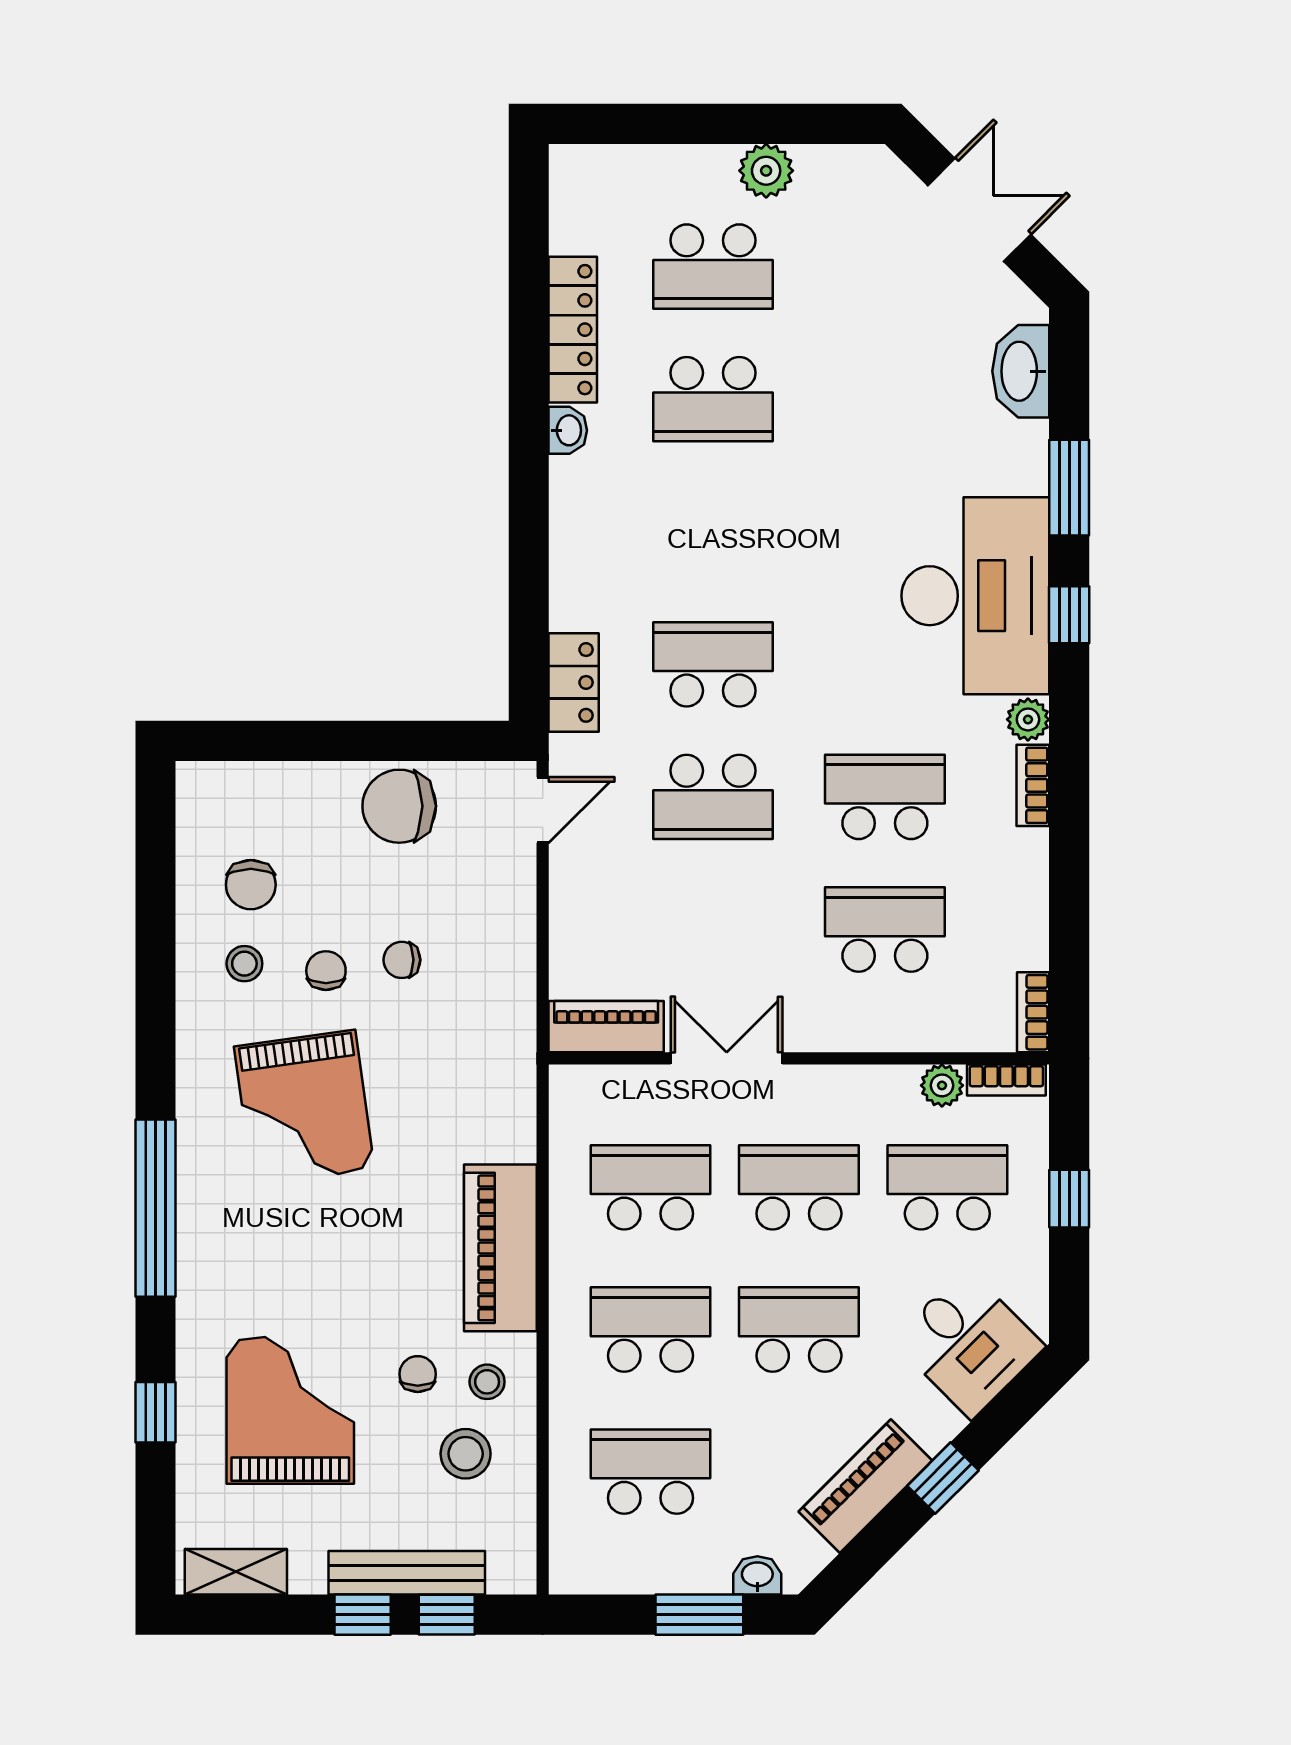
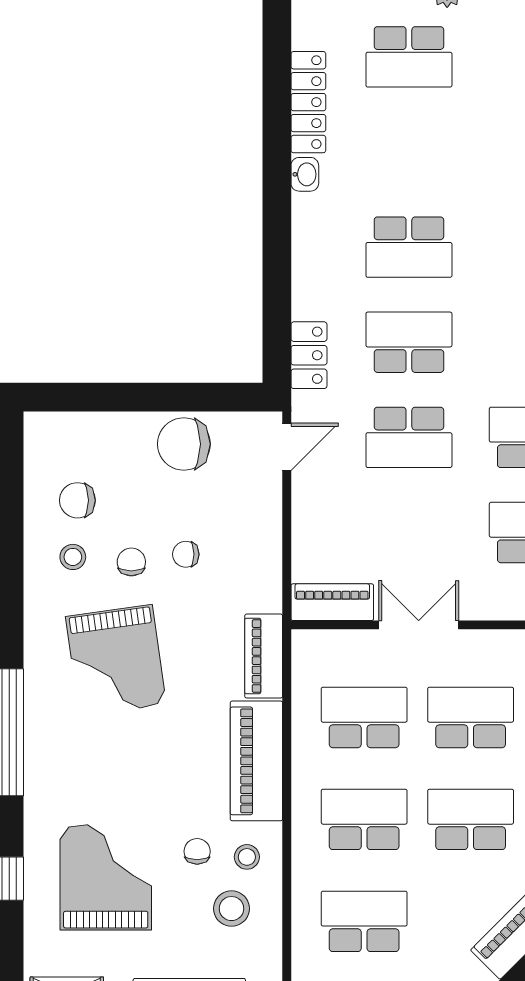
school desk: (713, 399) -> (409, 247), moved
chair: (251, 885) -> (77, 500), turned 90
piano: (510, 1102) -> (264, 656), added

